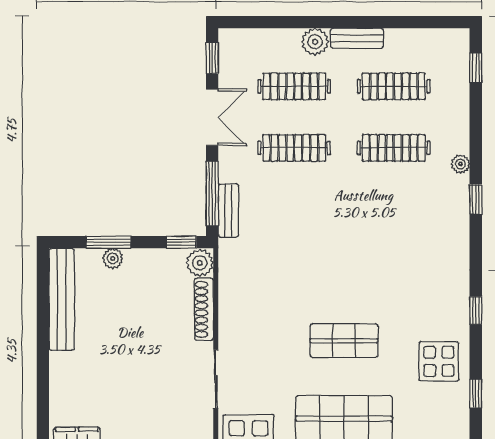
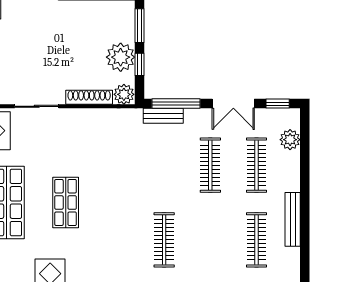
bench: (357, 38) -> (293, 219), width x1.36
plant: (315, 42) -> (290, 140), moved
clothes rail: (394, 148) -> (164, 240), moved
window: (181, 242) -> (140, 64), moved
plant: (113, 258) -> (121, 57), moved, width x1.88, depth x1.88

